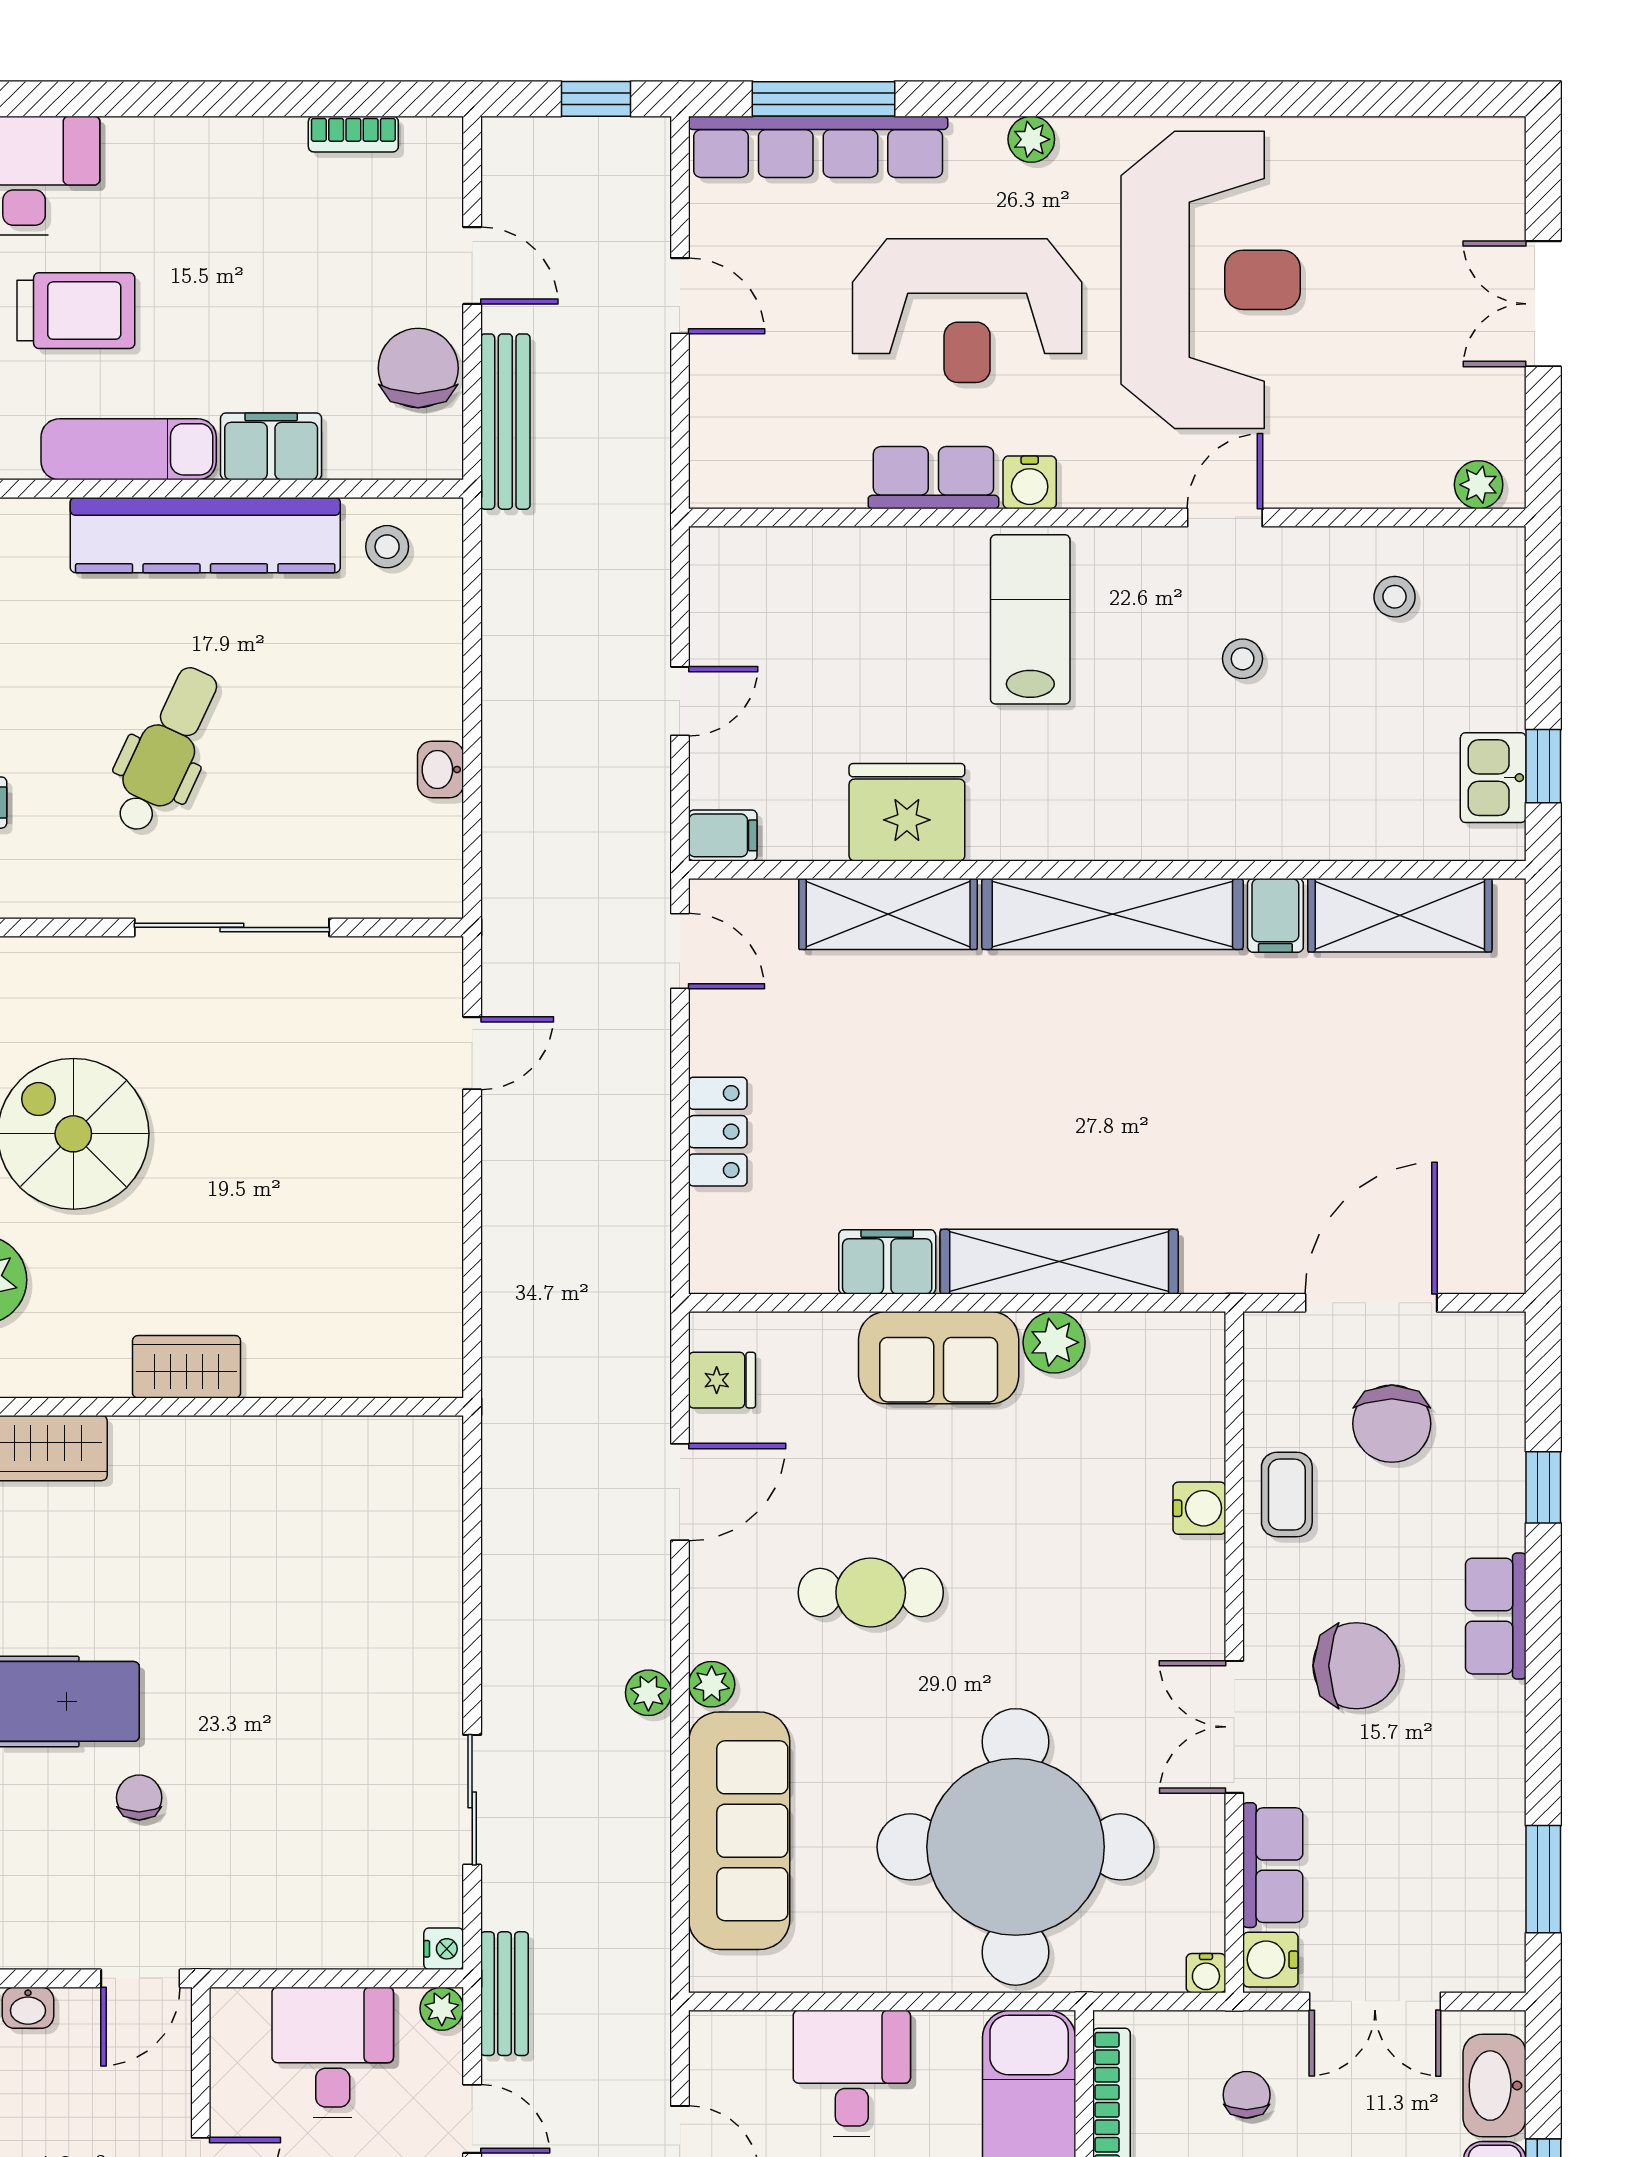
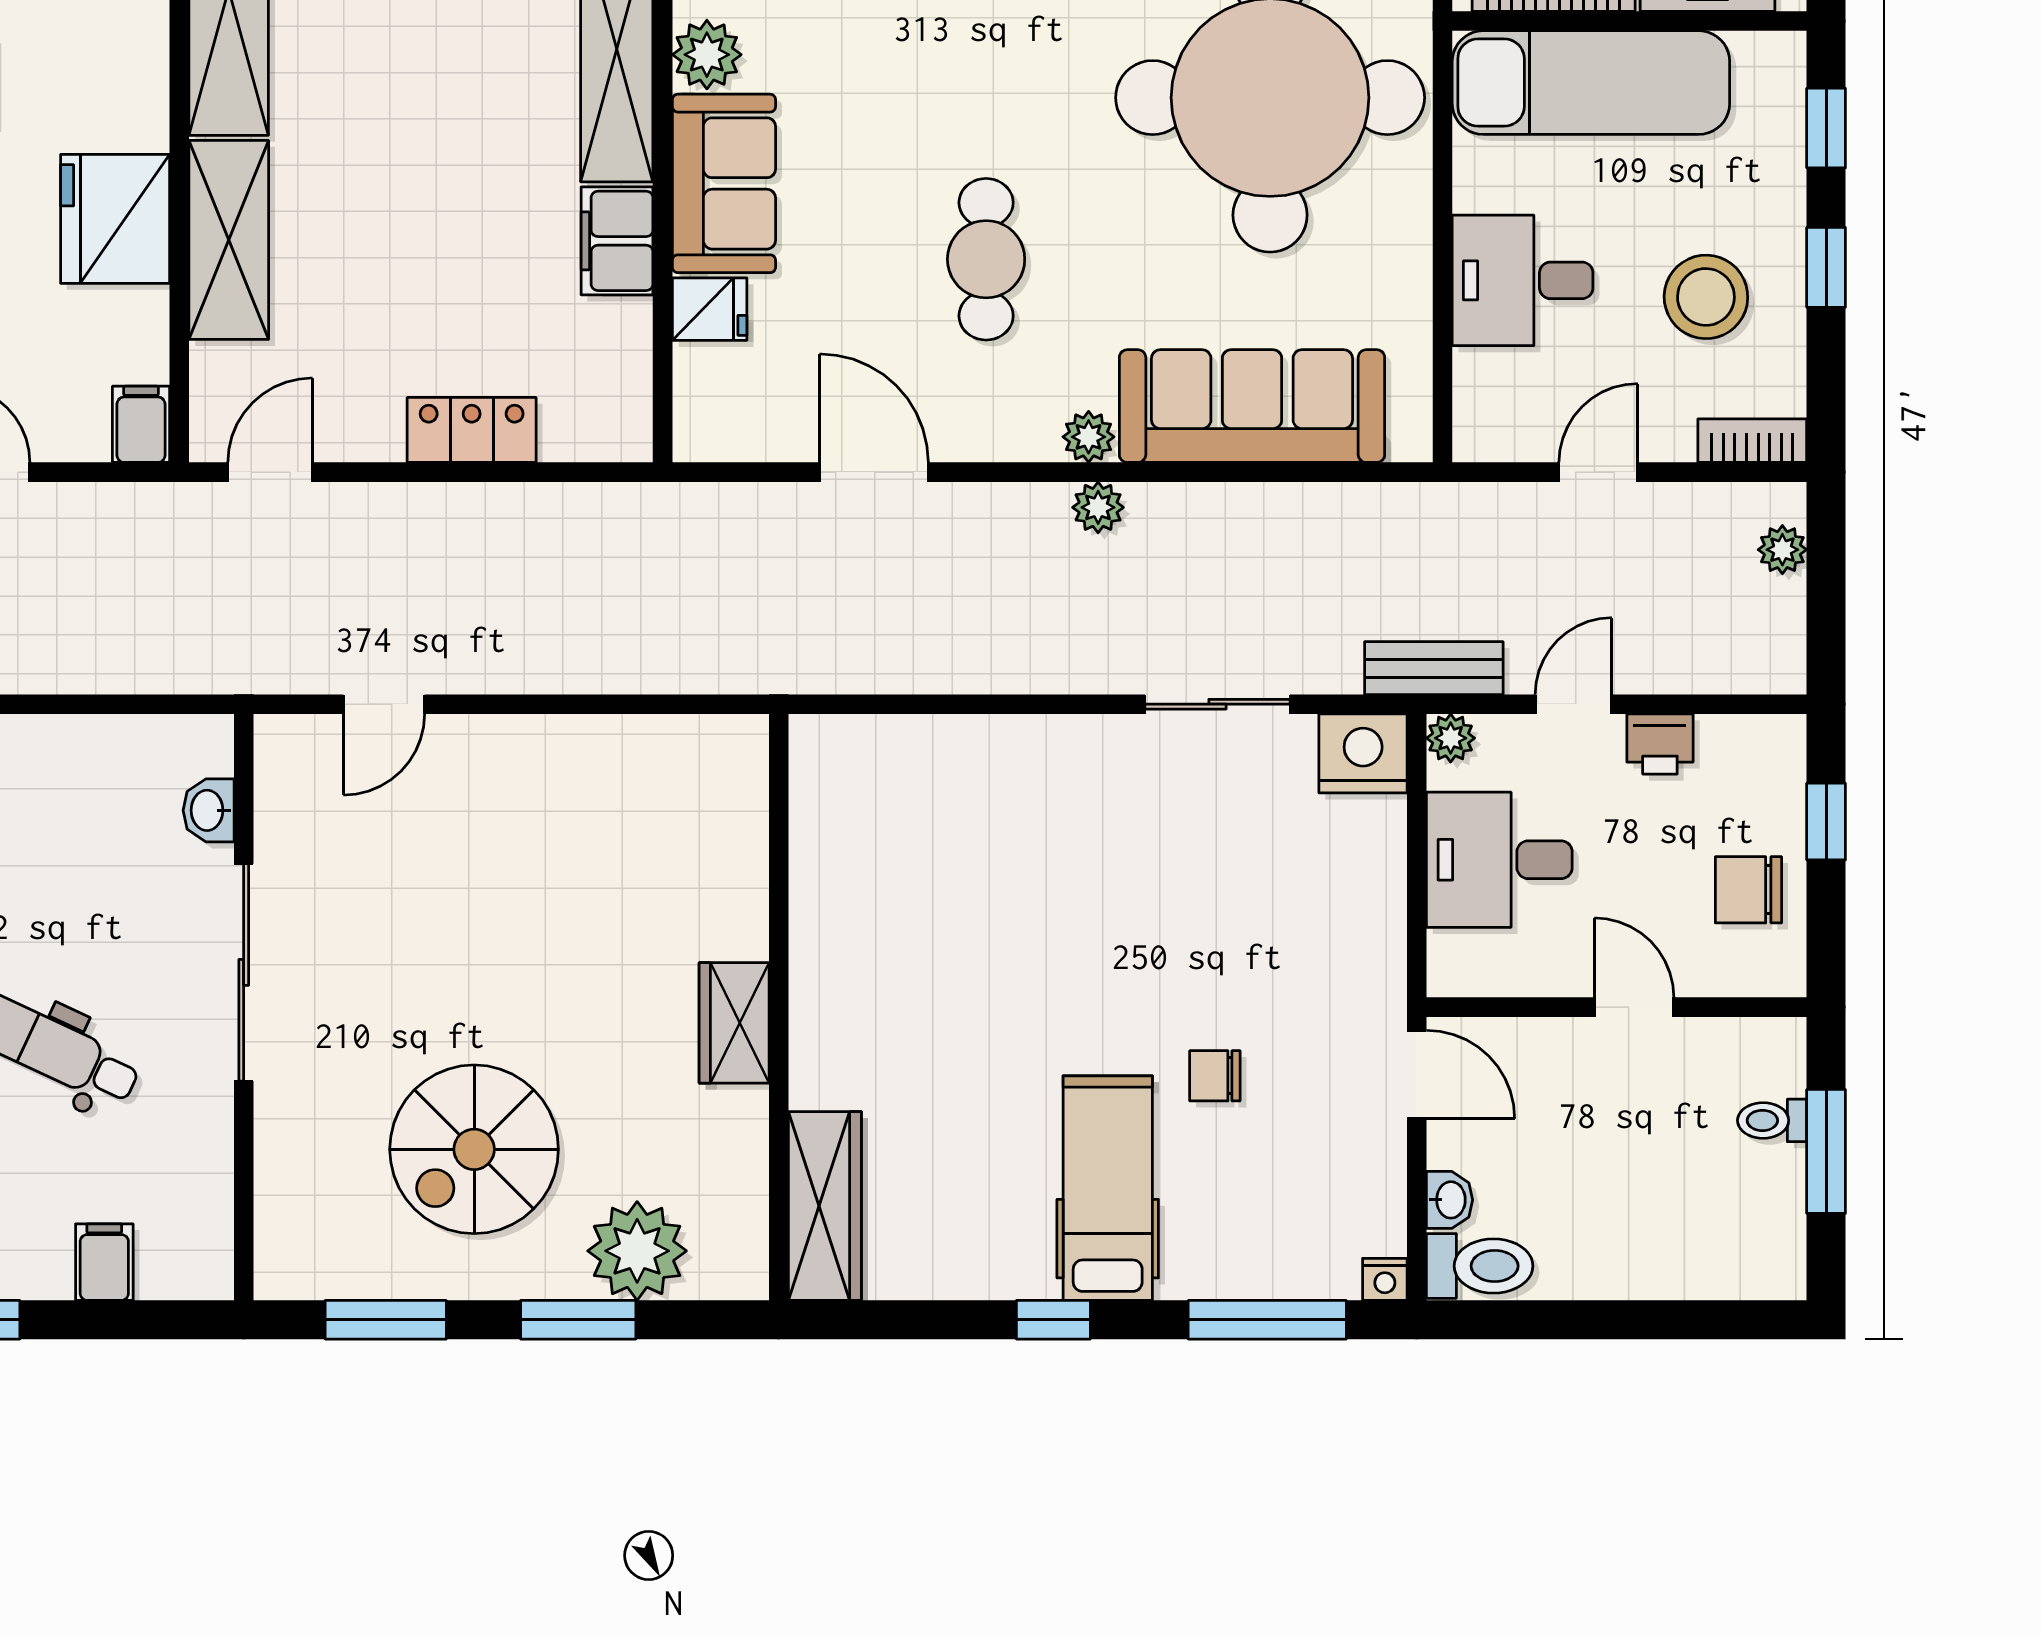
washbasin: (441, 770) -> (209, 810), moved, turned 90
door: (472, 1053) -> (384, 704), swing flipped
fridge: (722, 1380) -> (710, 309), moved, turned 90
nightstand: (444, 1949) -> (1363, 753), width x1.89, depth x1.79

